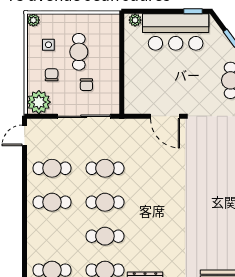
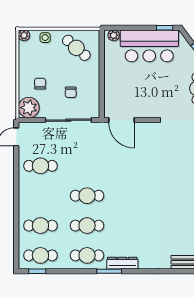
side table: (48, 45) -> (45, 38), moved
cafe table: (79, 52) -> (76, 48), moved, turned -49
door: (165, 116) -> (121, 120), moved
cafe table: (105, 168) -> (87, 166), removed
cafe table: (52, 202) -> (40, 226), moved

